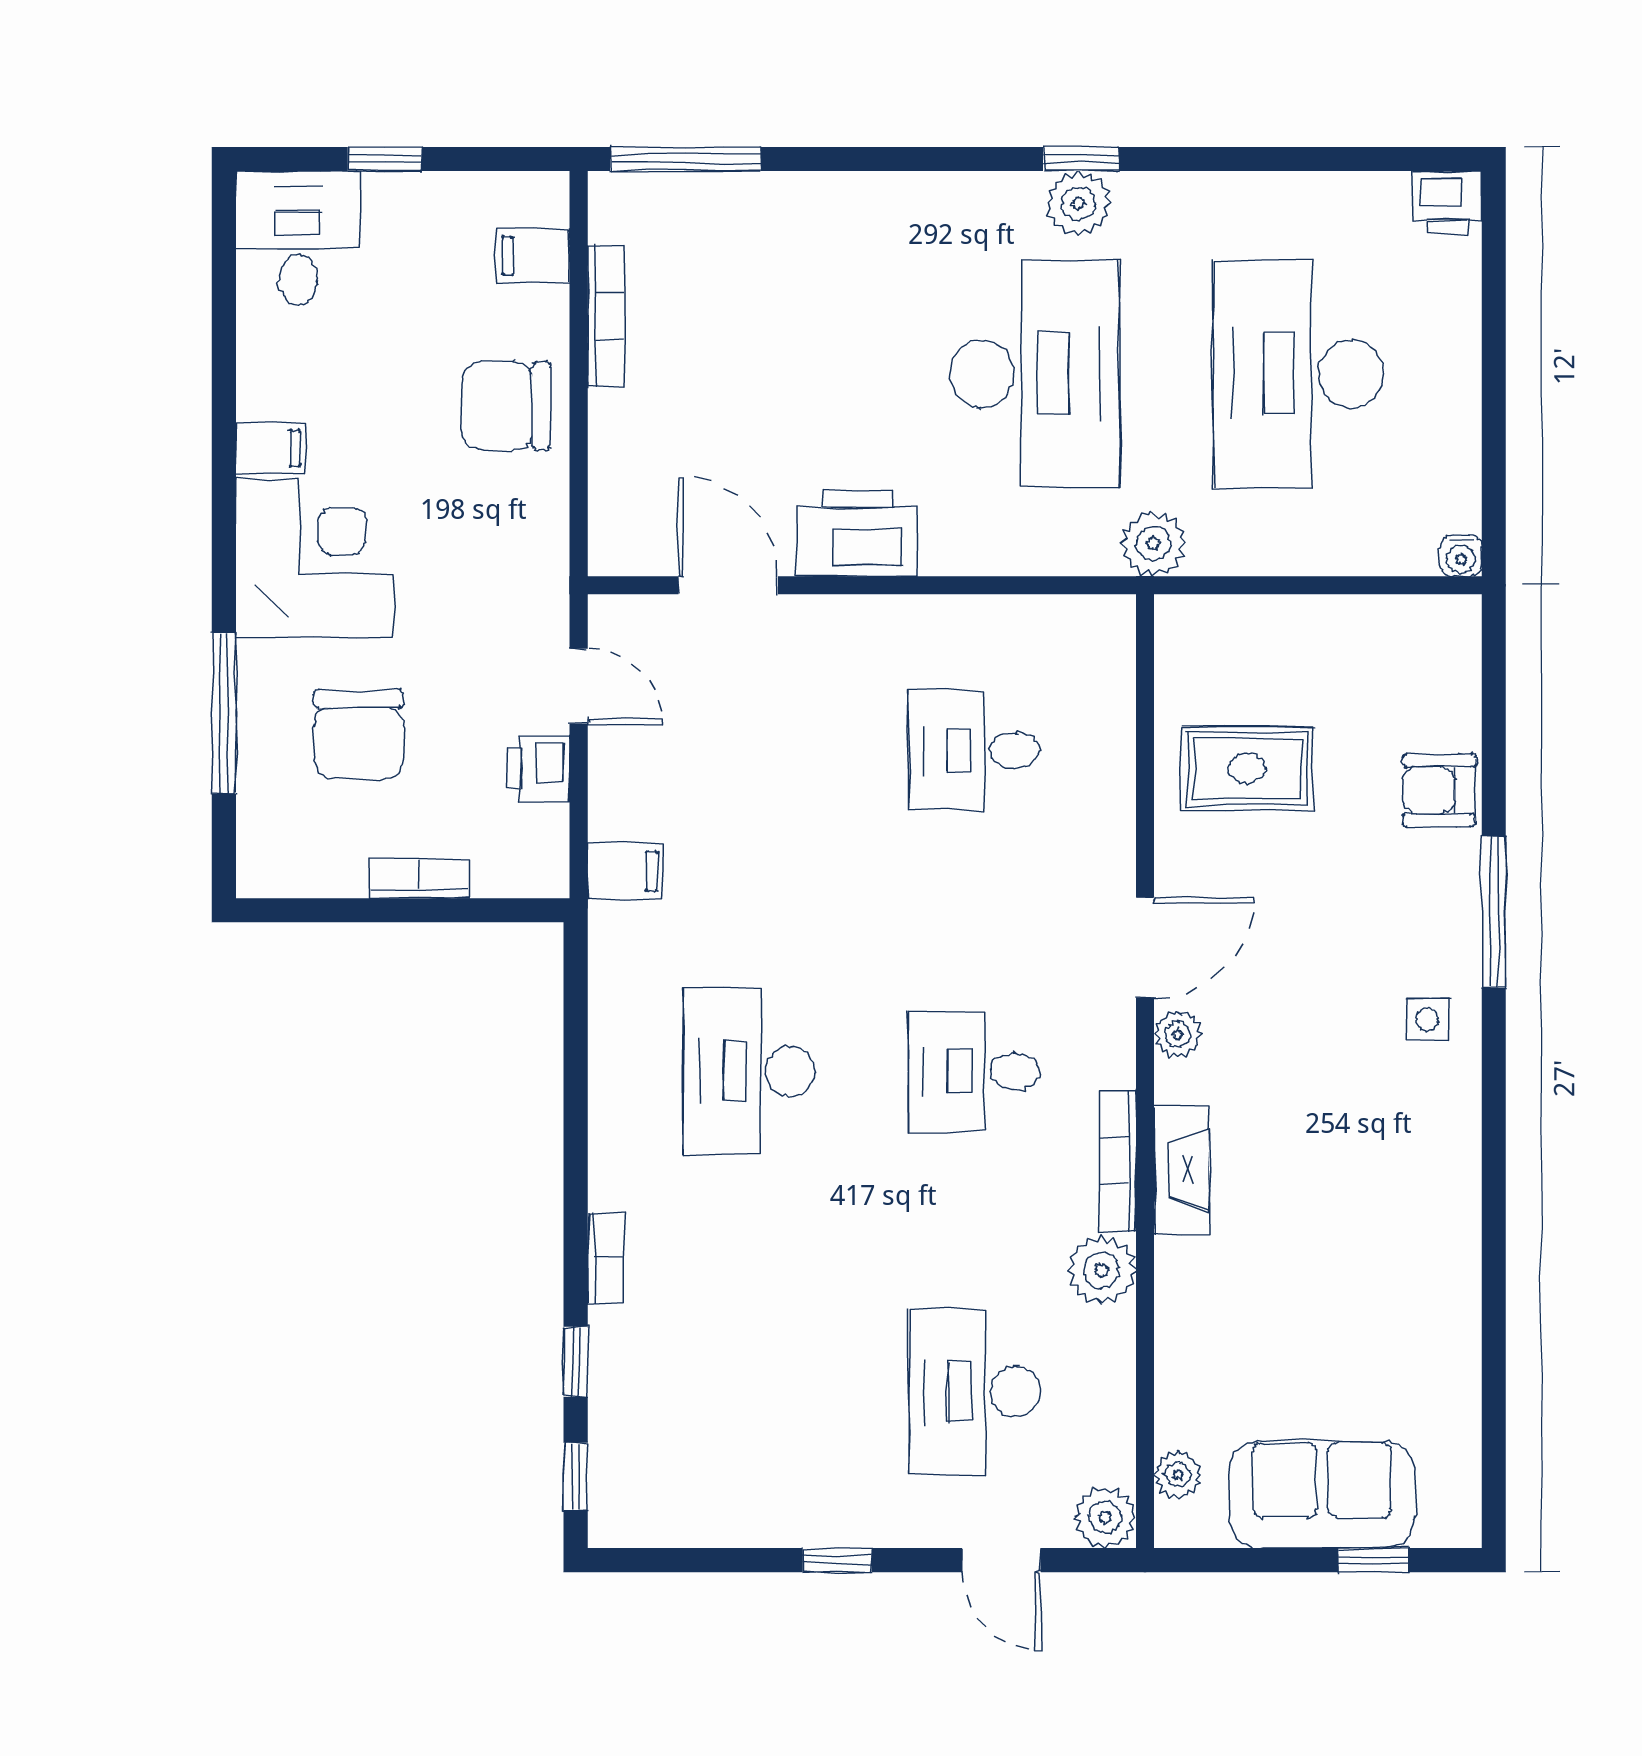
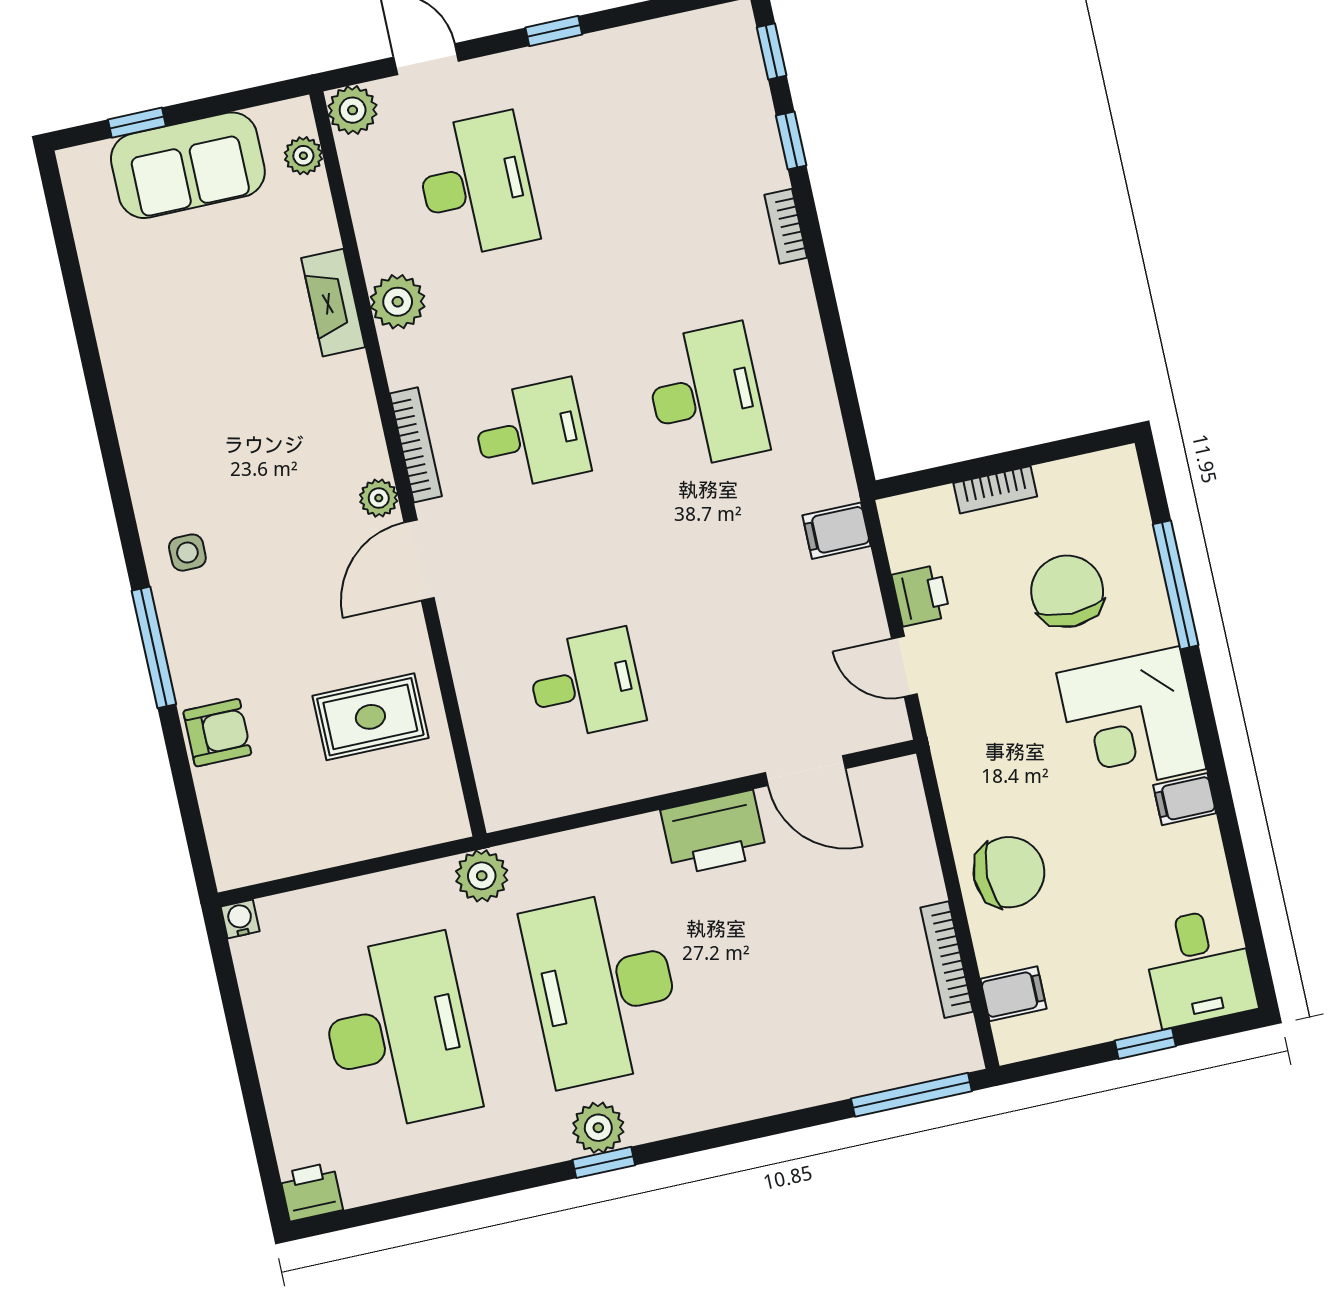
bookcase: (1118, 1161) -> (416, 445), moved
fireplace: (1181, 1170) -> (333, 303), moved

